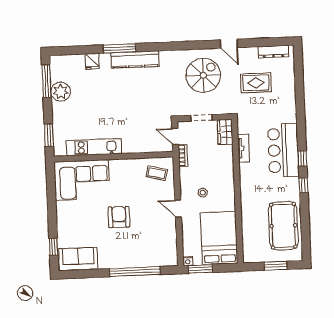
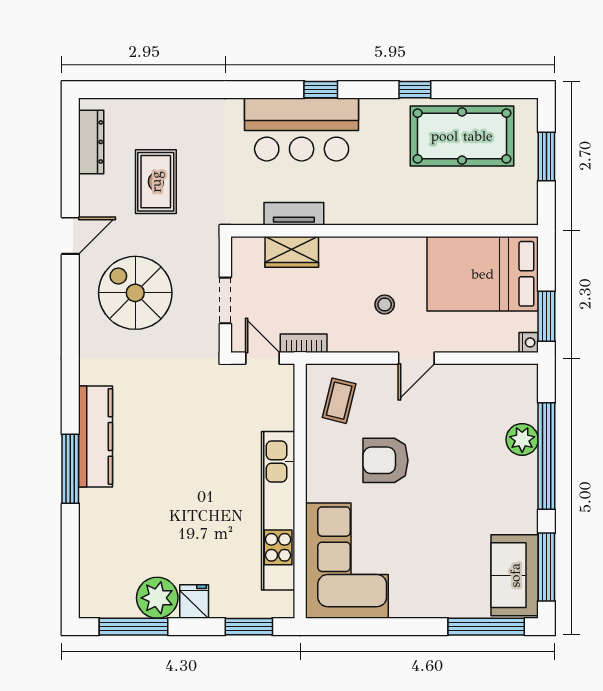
fridge: (92, 61) -> (194, 601), moved, turned -90
wardrobe: (225, 132) -> (292, 252), moved
door: (175, 136) -> (262, 358), swing flipped
kitchen unit: (94, 147) -> (278, 511), width x1.36
window: (303, 185) -> (415, 90), moved
armchair: (119, 217) -> (386, 460), moved
window: (53, 247) -> (486, 627), width x2.17
plant: (142, 260) -> (522, 439), added
window: (83, 274) -> (546, 567), added

